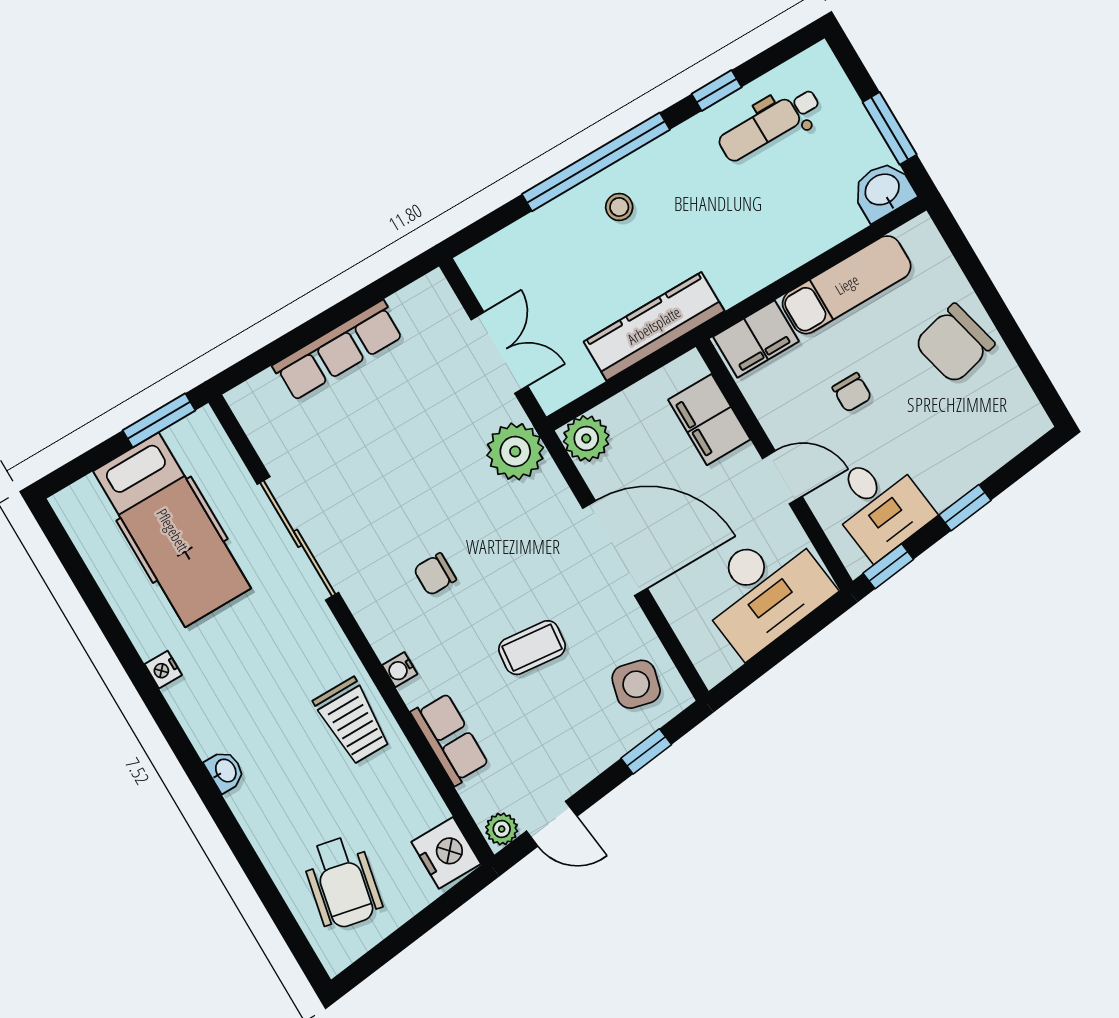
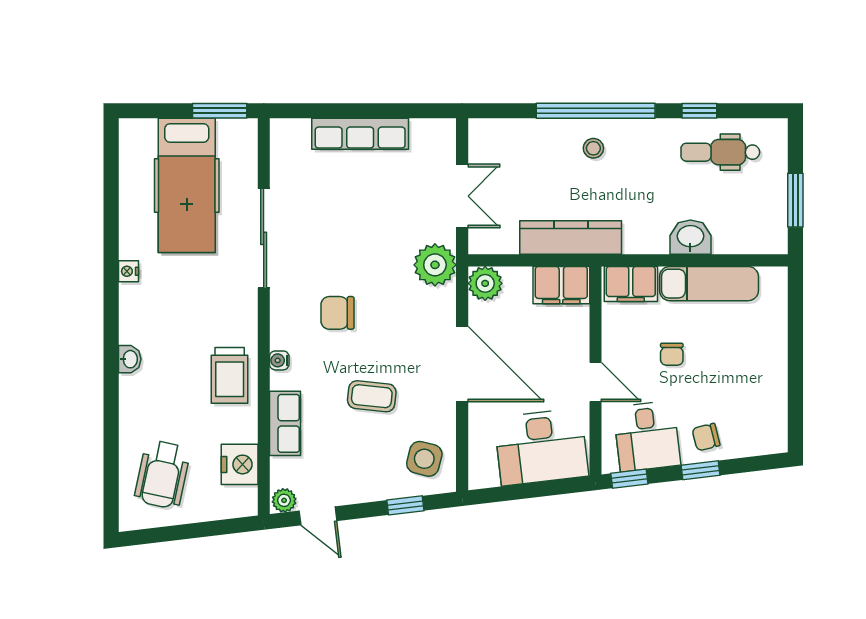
washbasin: (883, 191) -> (690, 237), moved
chair: (954, 344) -> (706, 437), moved, width x0.54, depth x0.54
filing cabinet: (709, 420) -> (561, 285), moved, turned -90
chair: (435, 574) -> (338, 313), width x1.37, depth x1.37
nightstand: (446, 853) -> (240, 464), moved

